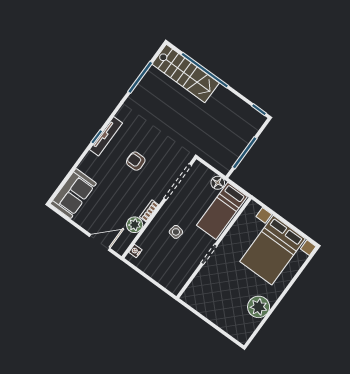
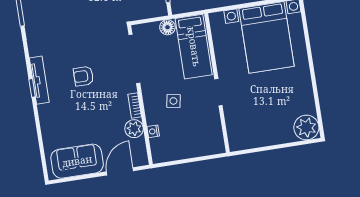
sofa: (73, 194) -> (77, 161), moved, turned -90
nightstand: (135, 251) -> (153, 131), moved
plant: (259, 307) -> (306, 127), moved

